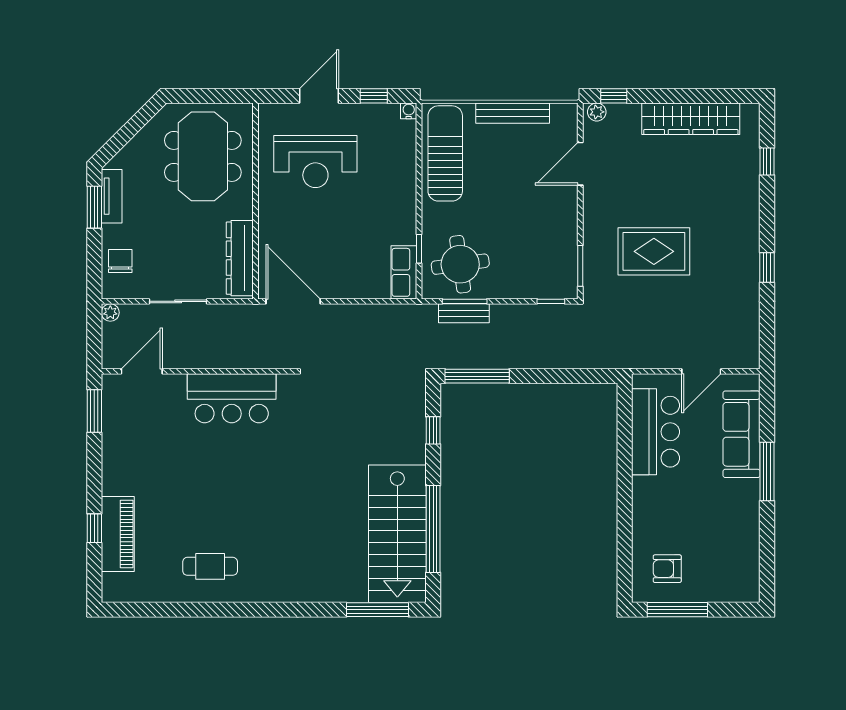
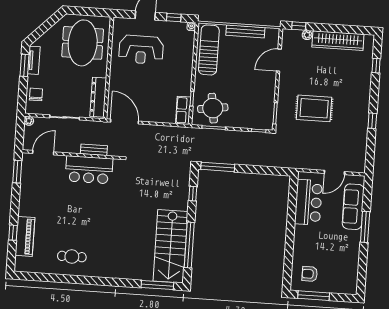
plant: (597, 112) -> (307, 35), moved
bench: (464, 313) -> (94, 150), moved

